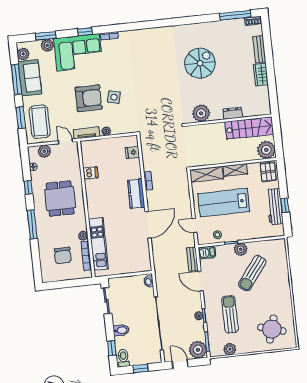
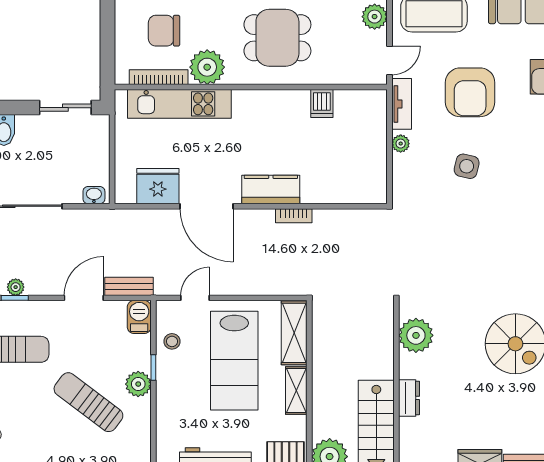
armchair: (89, 98) -> (470, 92), moved
fridge: (132, 152) -> (158, 186), moved, width x1.88, depth x1.34
lab bench: (224, 203) -> (234, 361), turned 180
plant: (83, 236) -> (207, 67), width x1.88, depth x1.88

